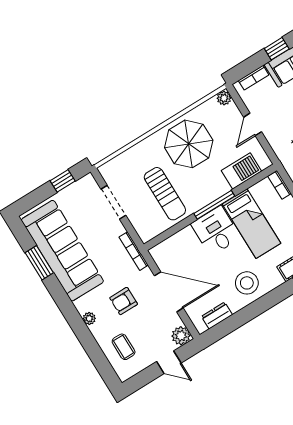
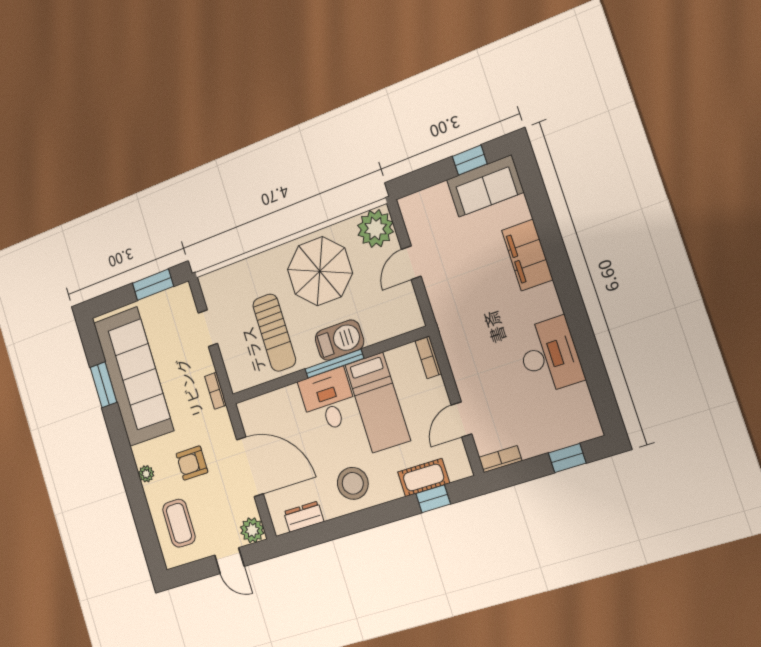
bookcase: (254, 78) -> (428, 196), removed
plant: (224, 98) -> (375, 229), width x1.88, depth x1.88
barbecue: (241, 171) -> (339, 340), moved
window: (63, 181) -> (153, 285), width x1.50
doorway: (113, 202) -> (208, 328), width x0.73
bookcase: (134, 251) -> (216, 391), width x0.64
coffee table: (124, 347) -> (179, 523), width x1.36, depth x1.30

